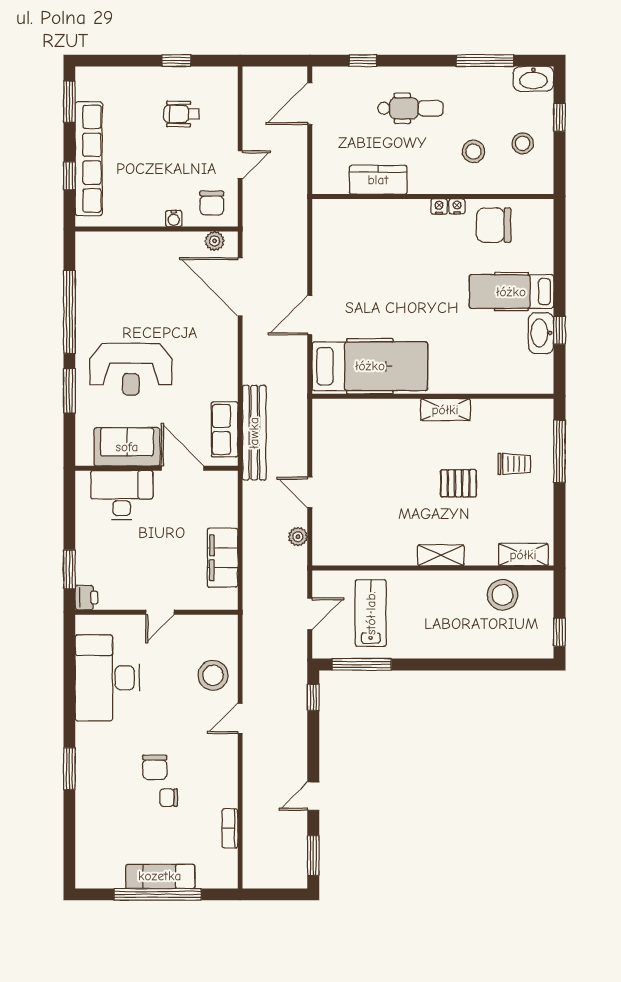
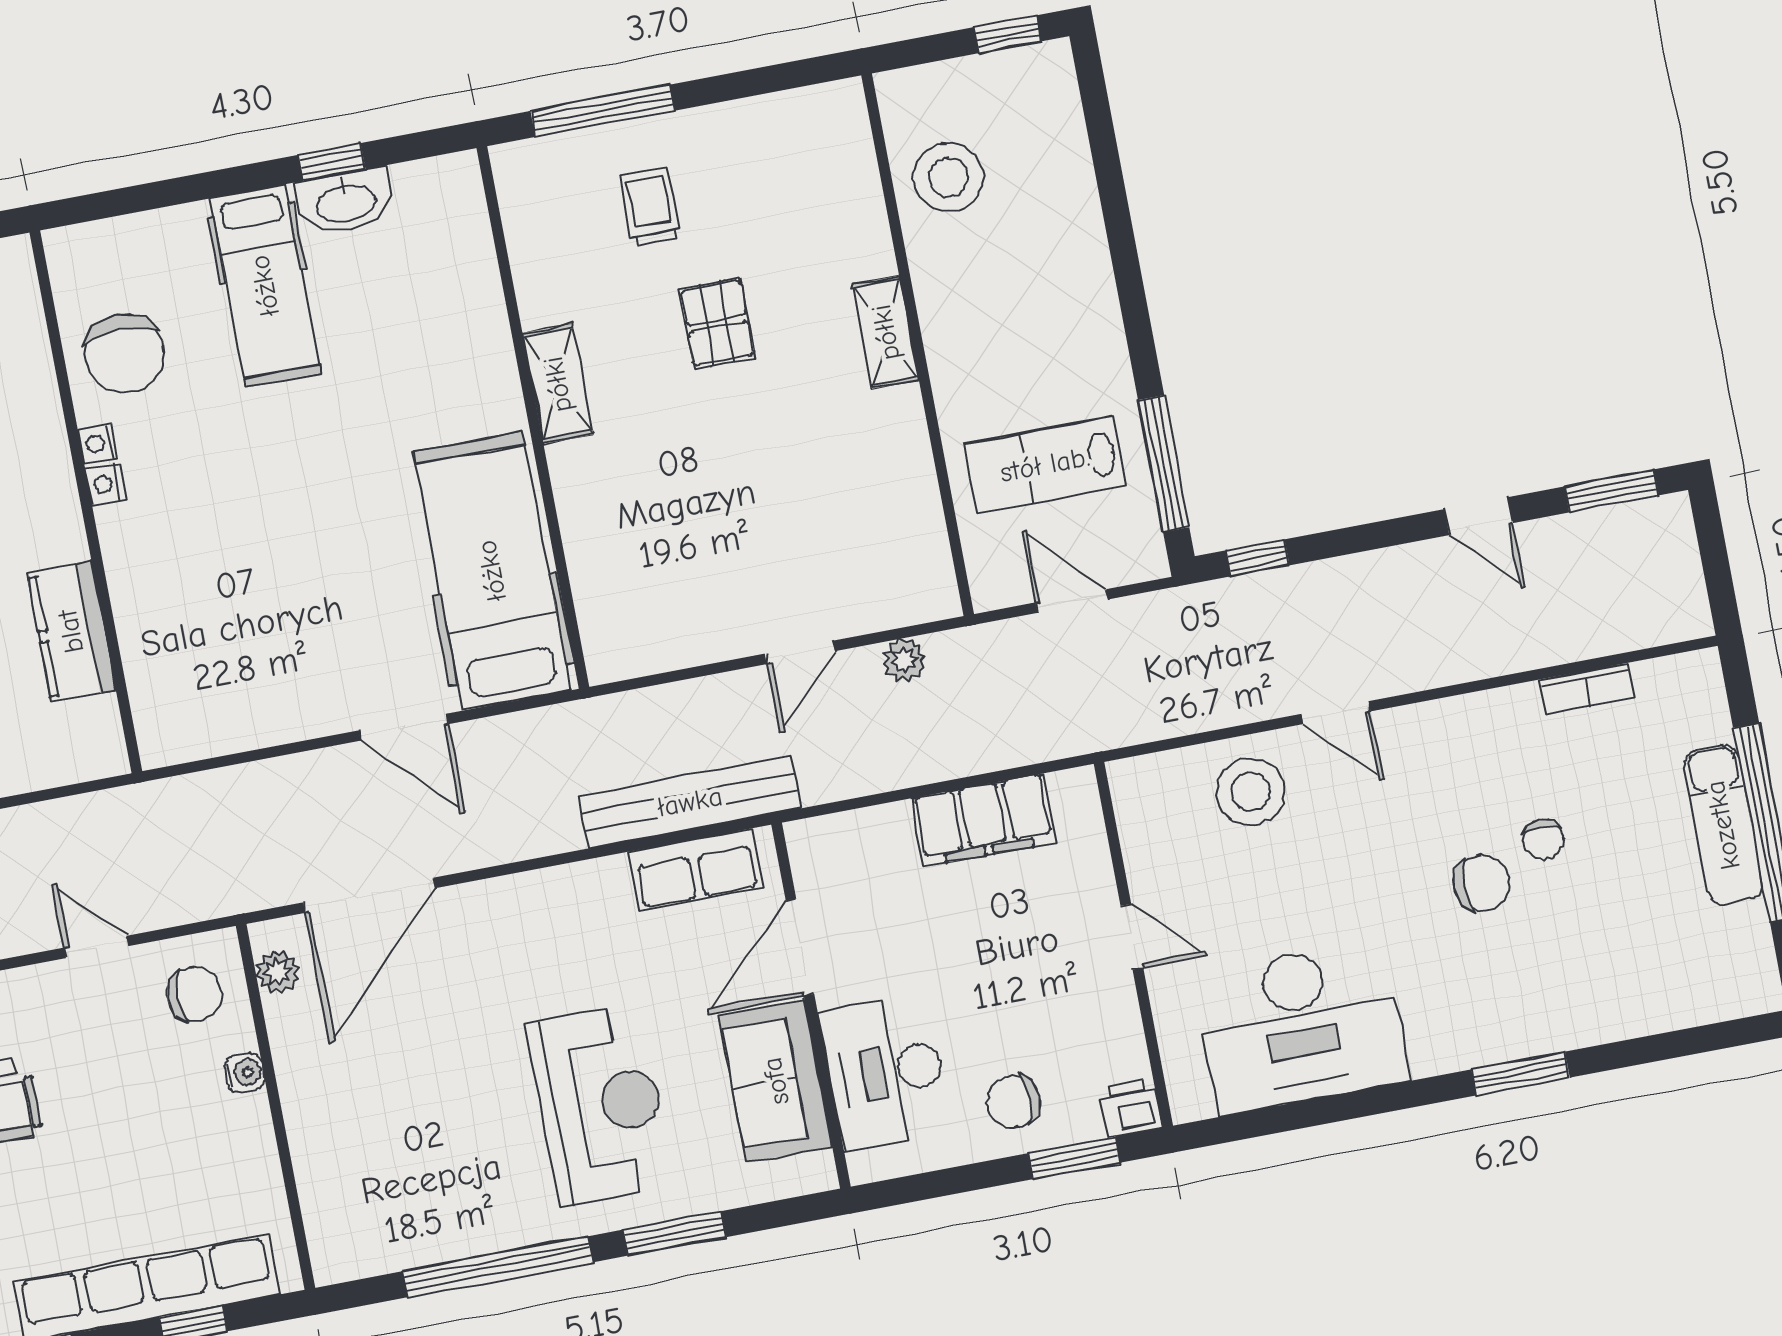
chair: (99, 548) -> (1013, 1102), added
shelving: (523, 555) -> (849, 148), removed

